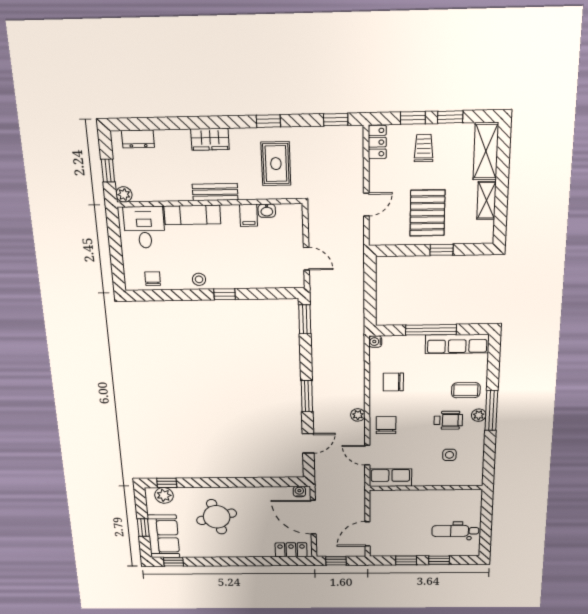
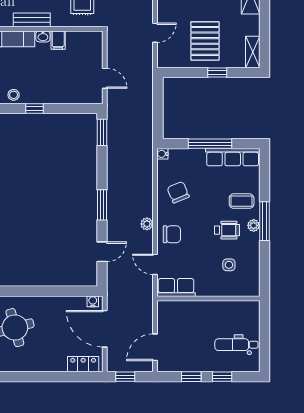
shelving: (486, 200) -> (253, 52), moved
washbasin: (267, 211) -> (43, 36), moved
chair: (393, 382) -> (178, 192), turned 67
chair: (386, 425) -> (172, 234), turned 90

